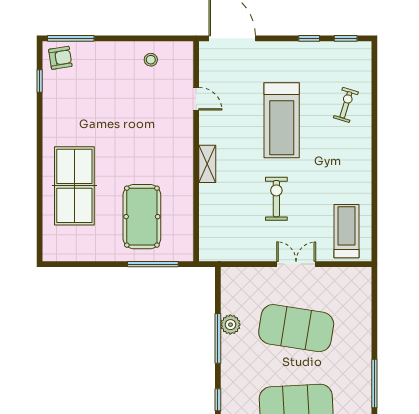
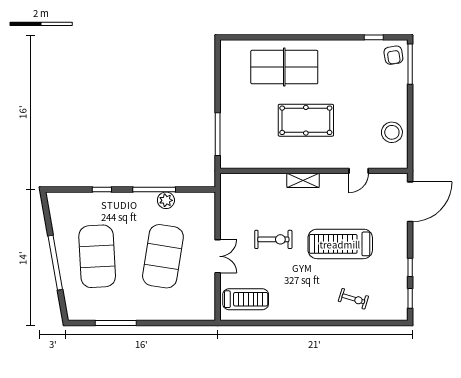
stool: (151, 60) -> (392, 132), width x1.89, depth x1.89
pool table: (142, 217) -> (306, 120), moved

